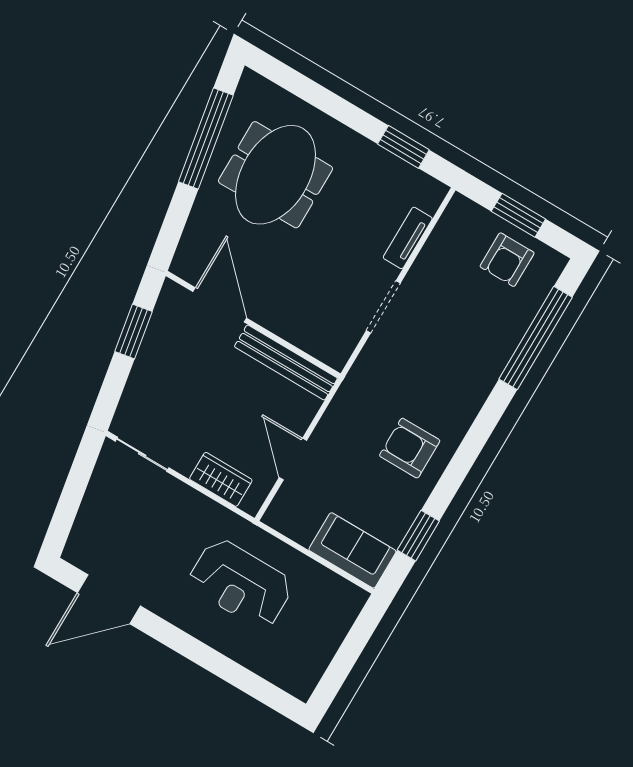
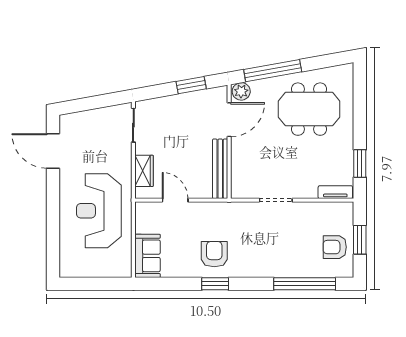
window: (206, 138) -> (273, 71), moved
tv unit: (408, 238) -> (335, 192), moved
plant: (188, 261) -> (241, 91), added
door: (293, 459) -> (175, 200), hinge flipped
window: (418, 536) -> (215, 284), moved
reception desk: (241, 584) -> (99, 211), width x1.36, depth x1.30

